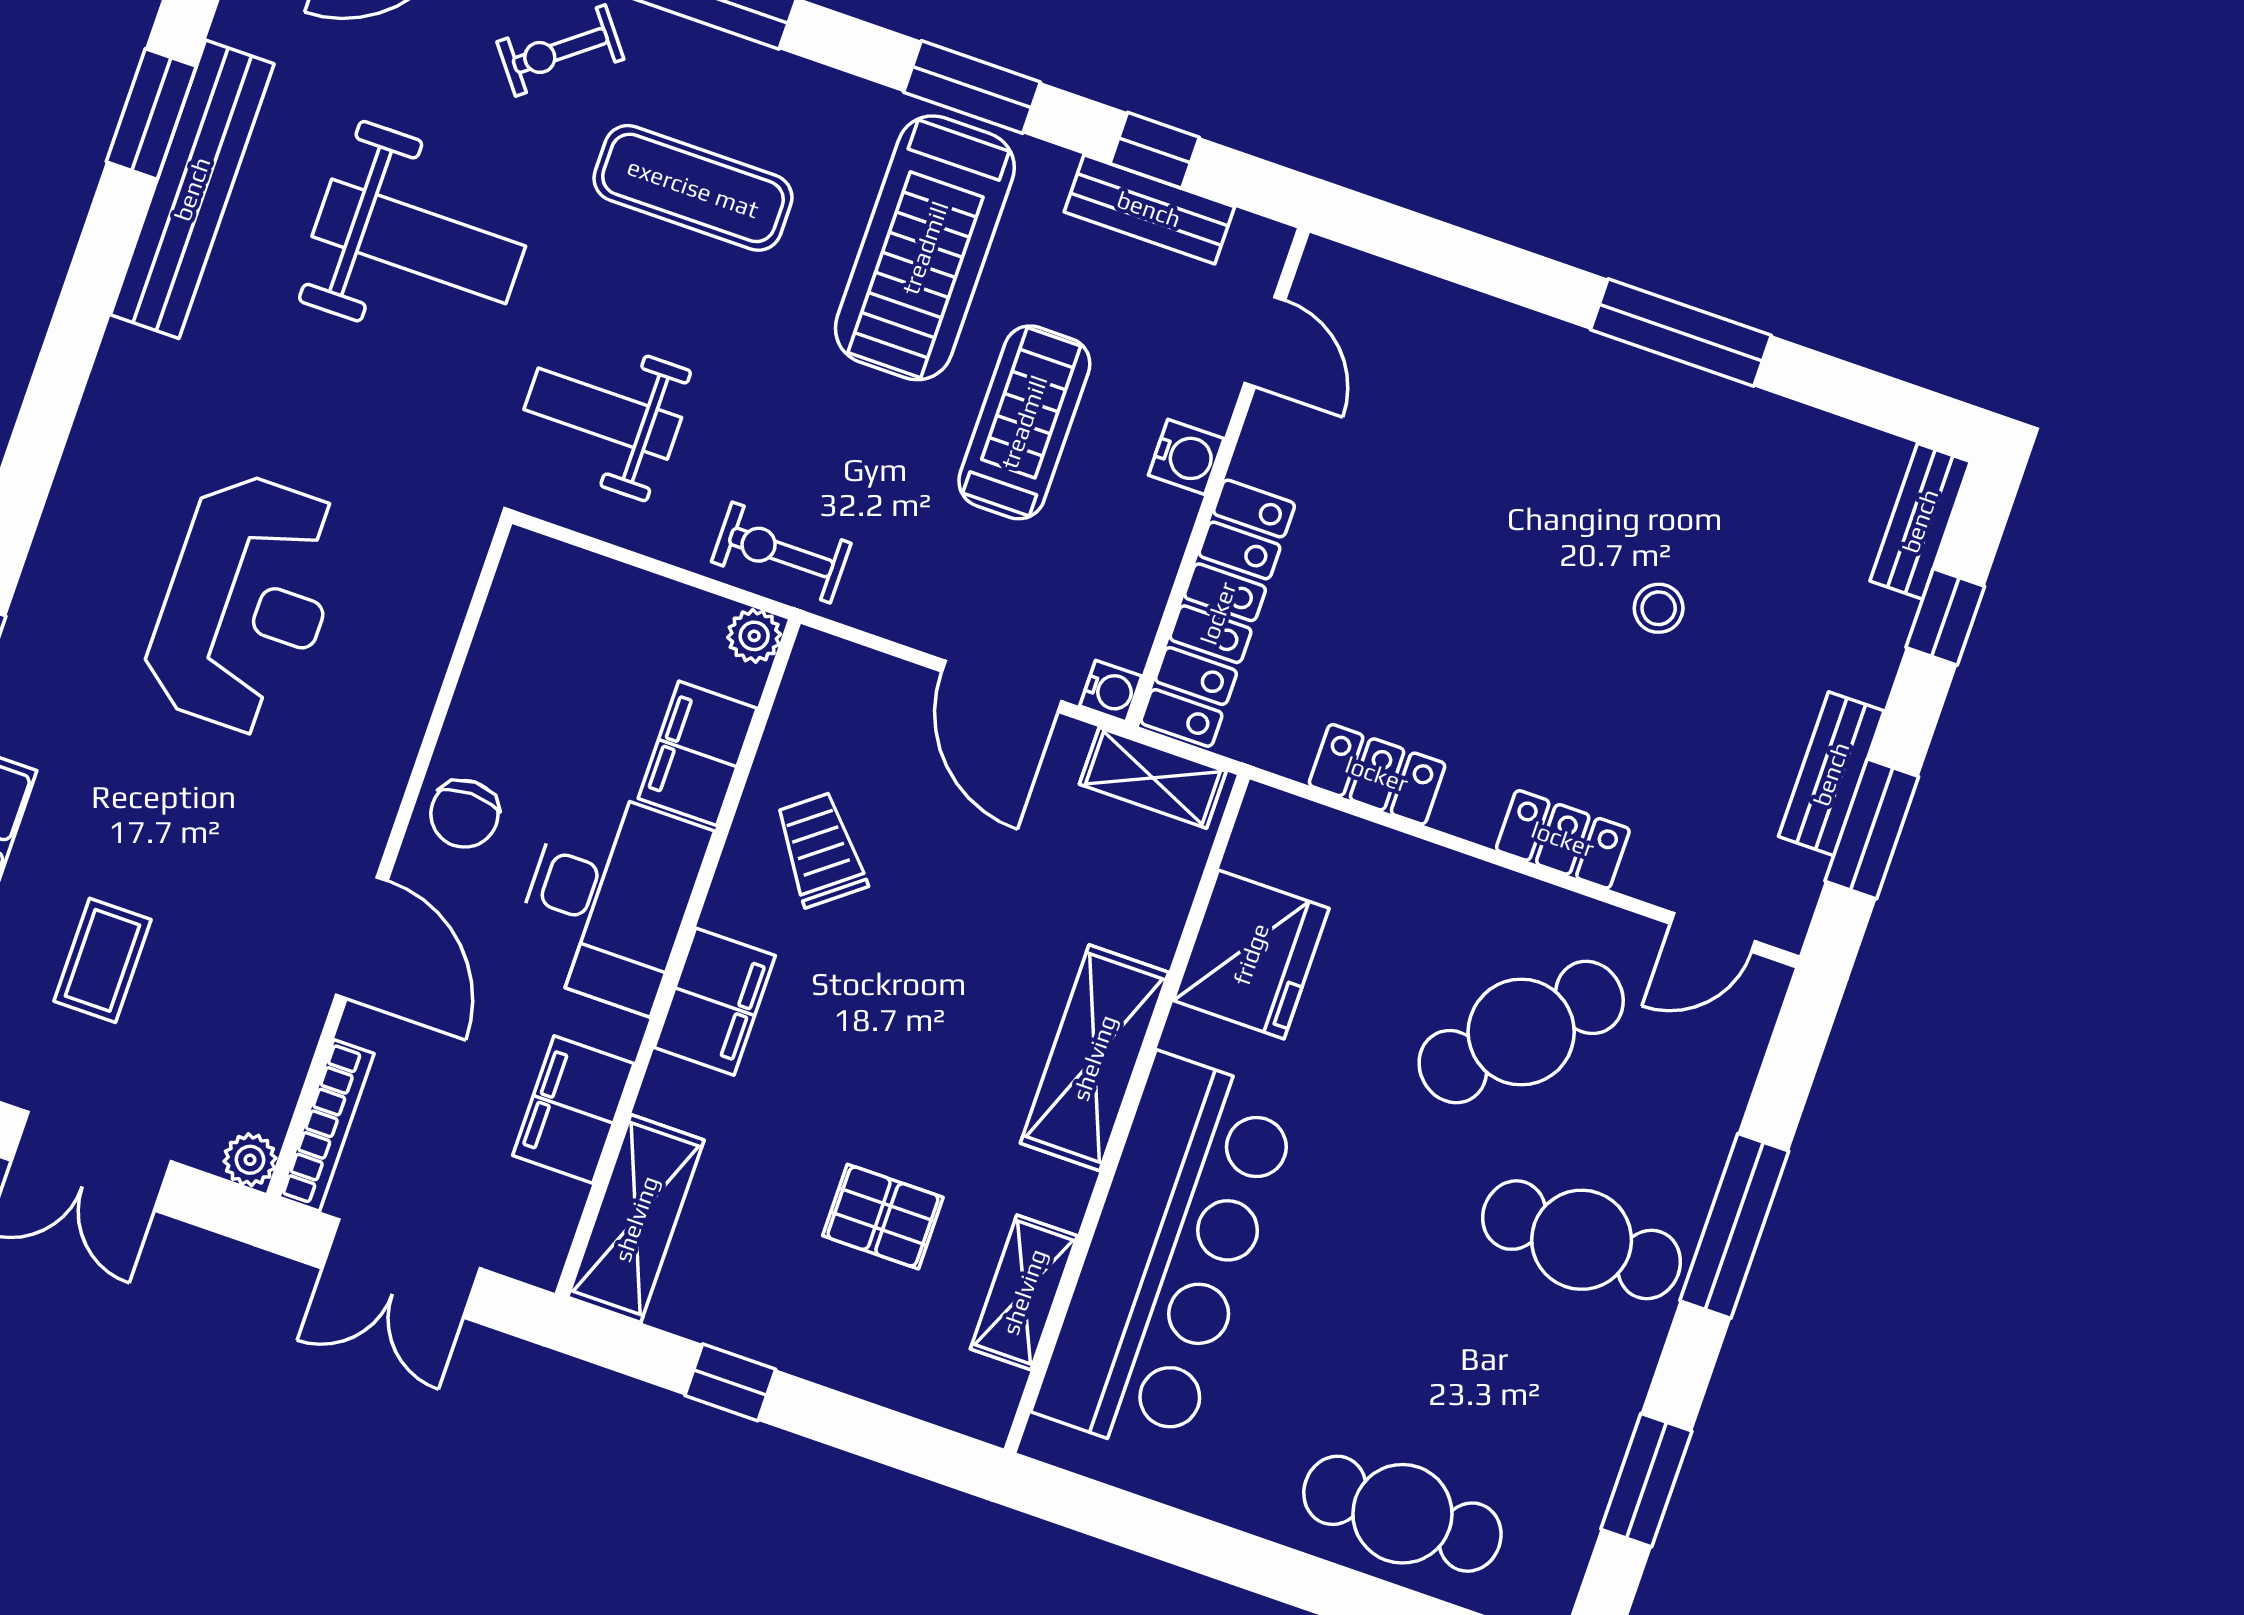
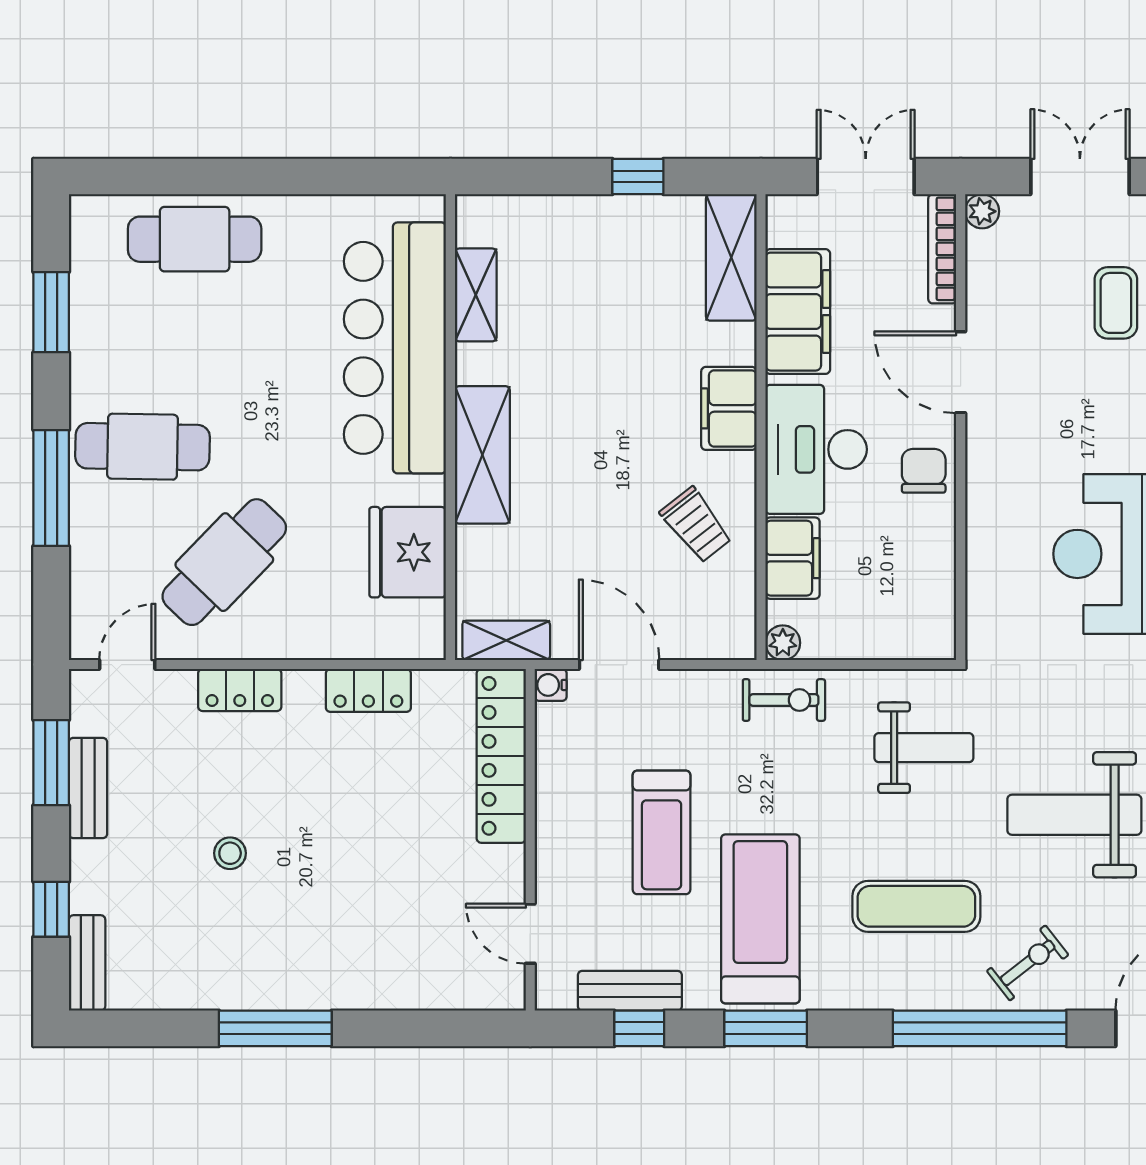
water cooler: (1186, 457) -> (554, 846), removed
filing cabinet: (573, 1109) -> (798, 312), width x1.50, depth x1.17
pallet: (883, 1217) -> (579, 312), removed

